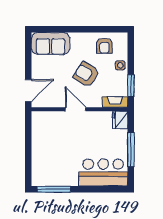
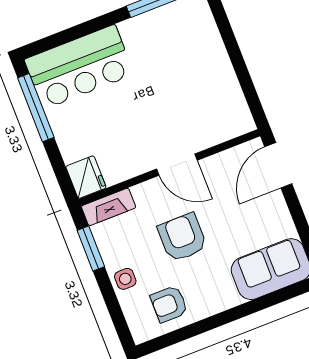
armchair: (104, 46) -> (169, 304), turned -90
armchair: (86, 74) -> (182, 237), turned -122
window: (131, 149) -> (36, 108), moved

